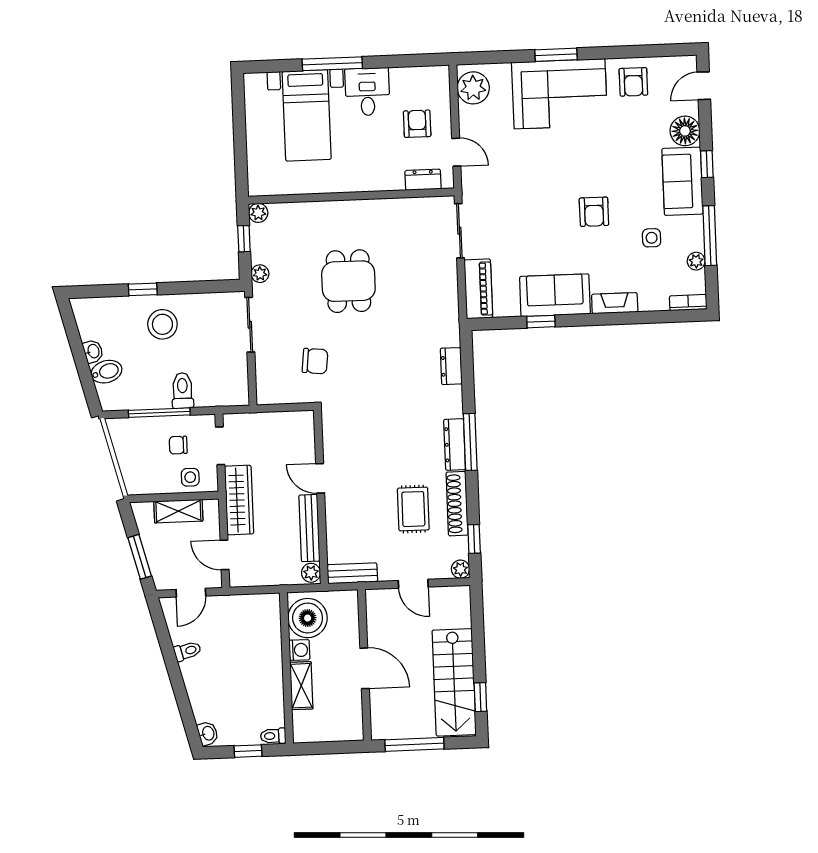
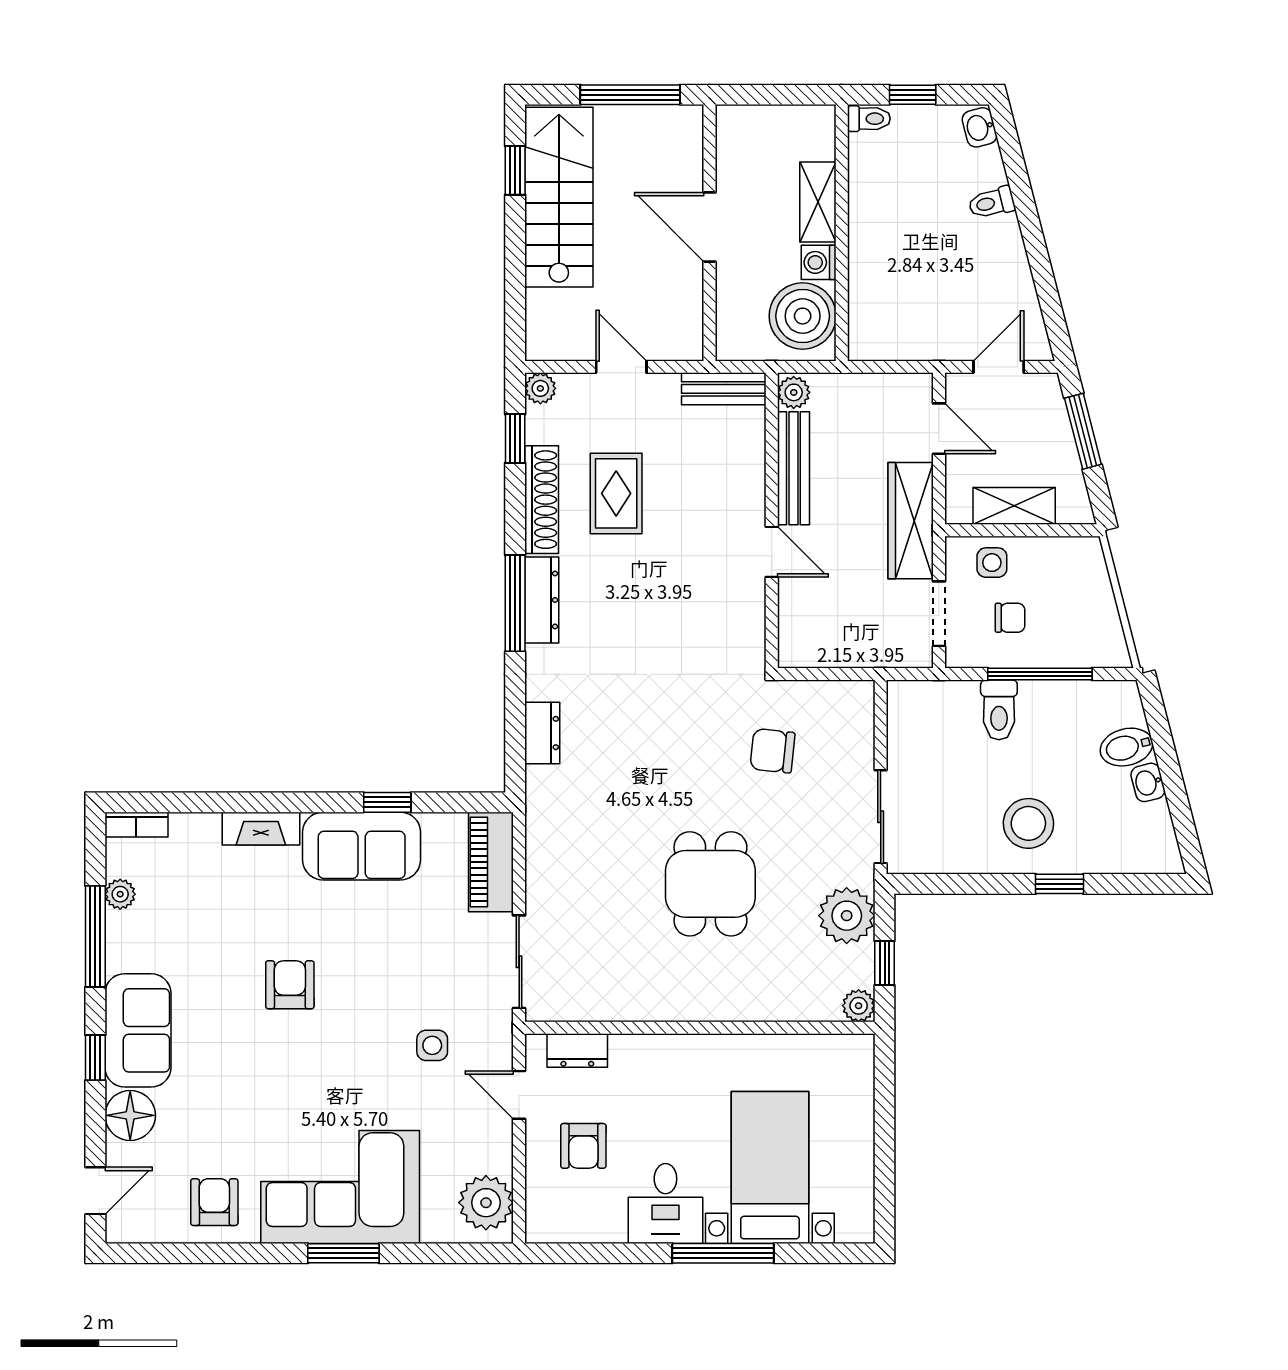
side table: (652, 238) -> (432, 1045), moved
plant: (260, 274) -> (847, 916), width x1.87, depth x1.87
toilet: (187, 651) -> (992, 203), moved

